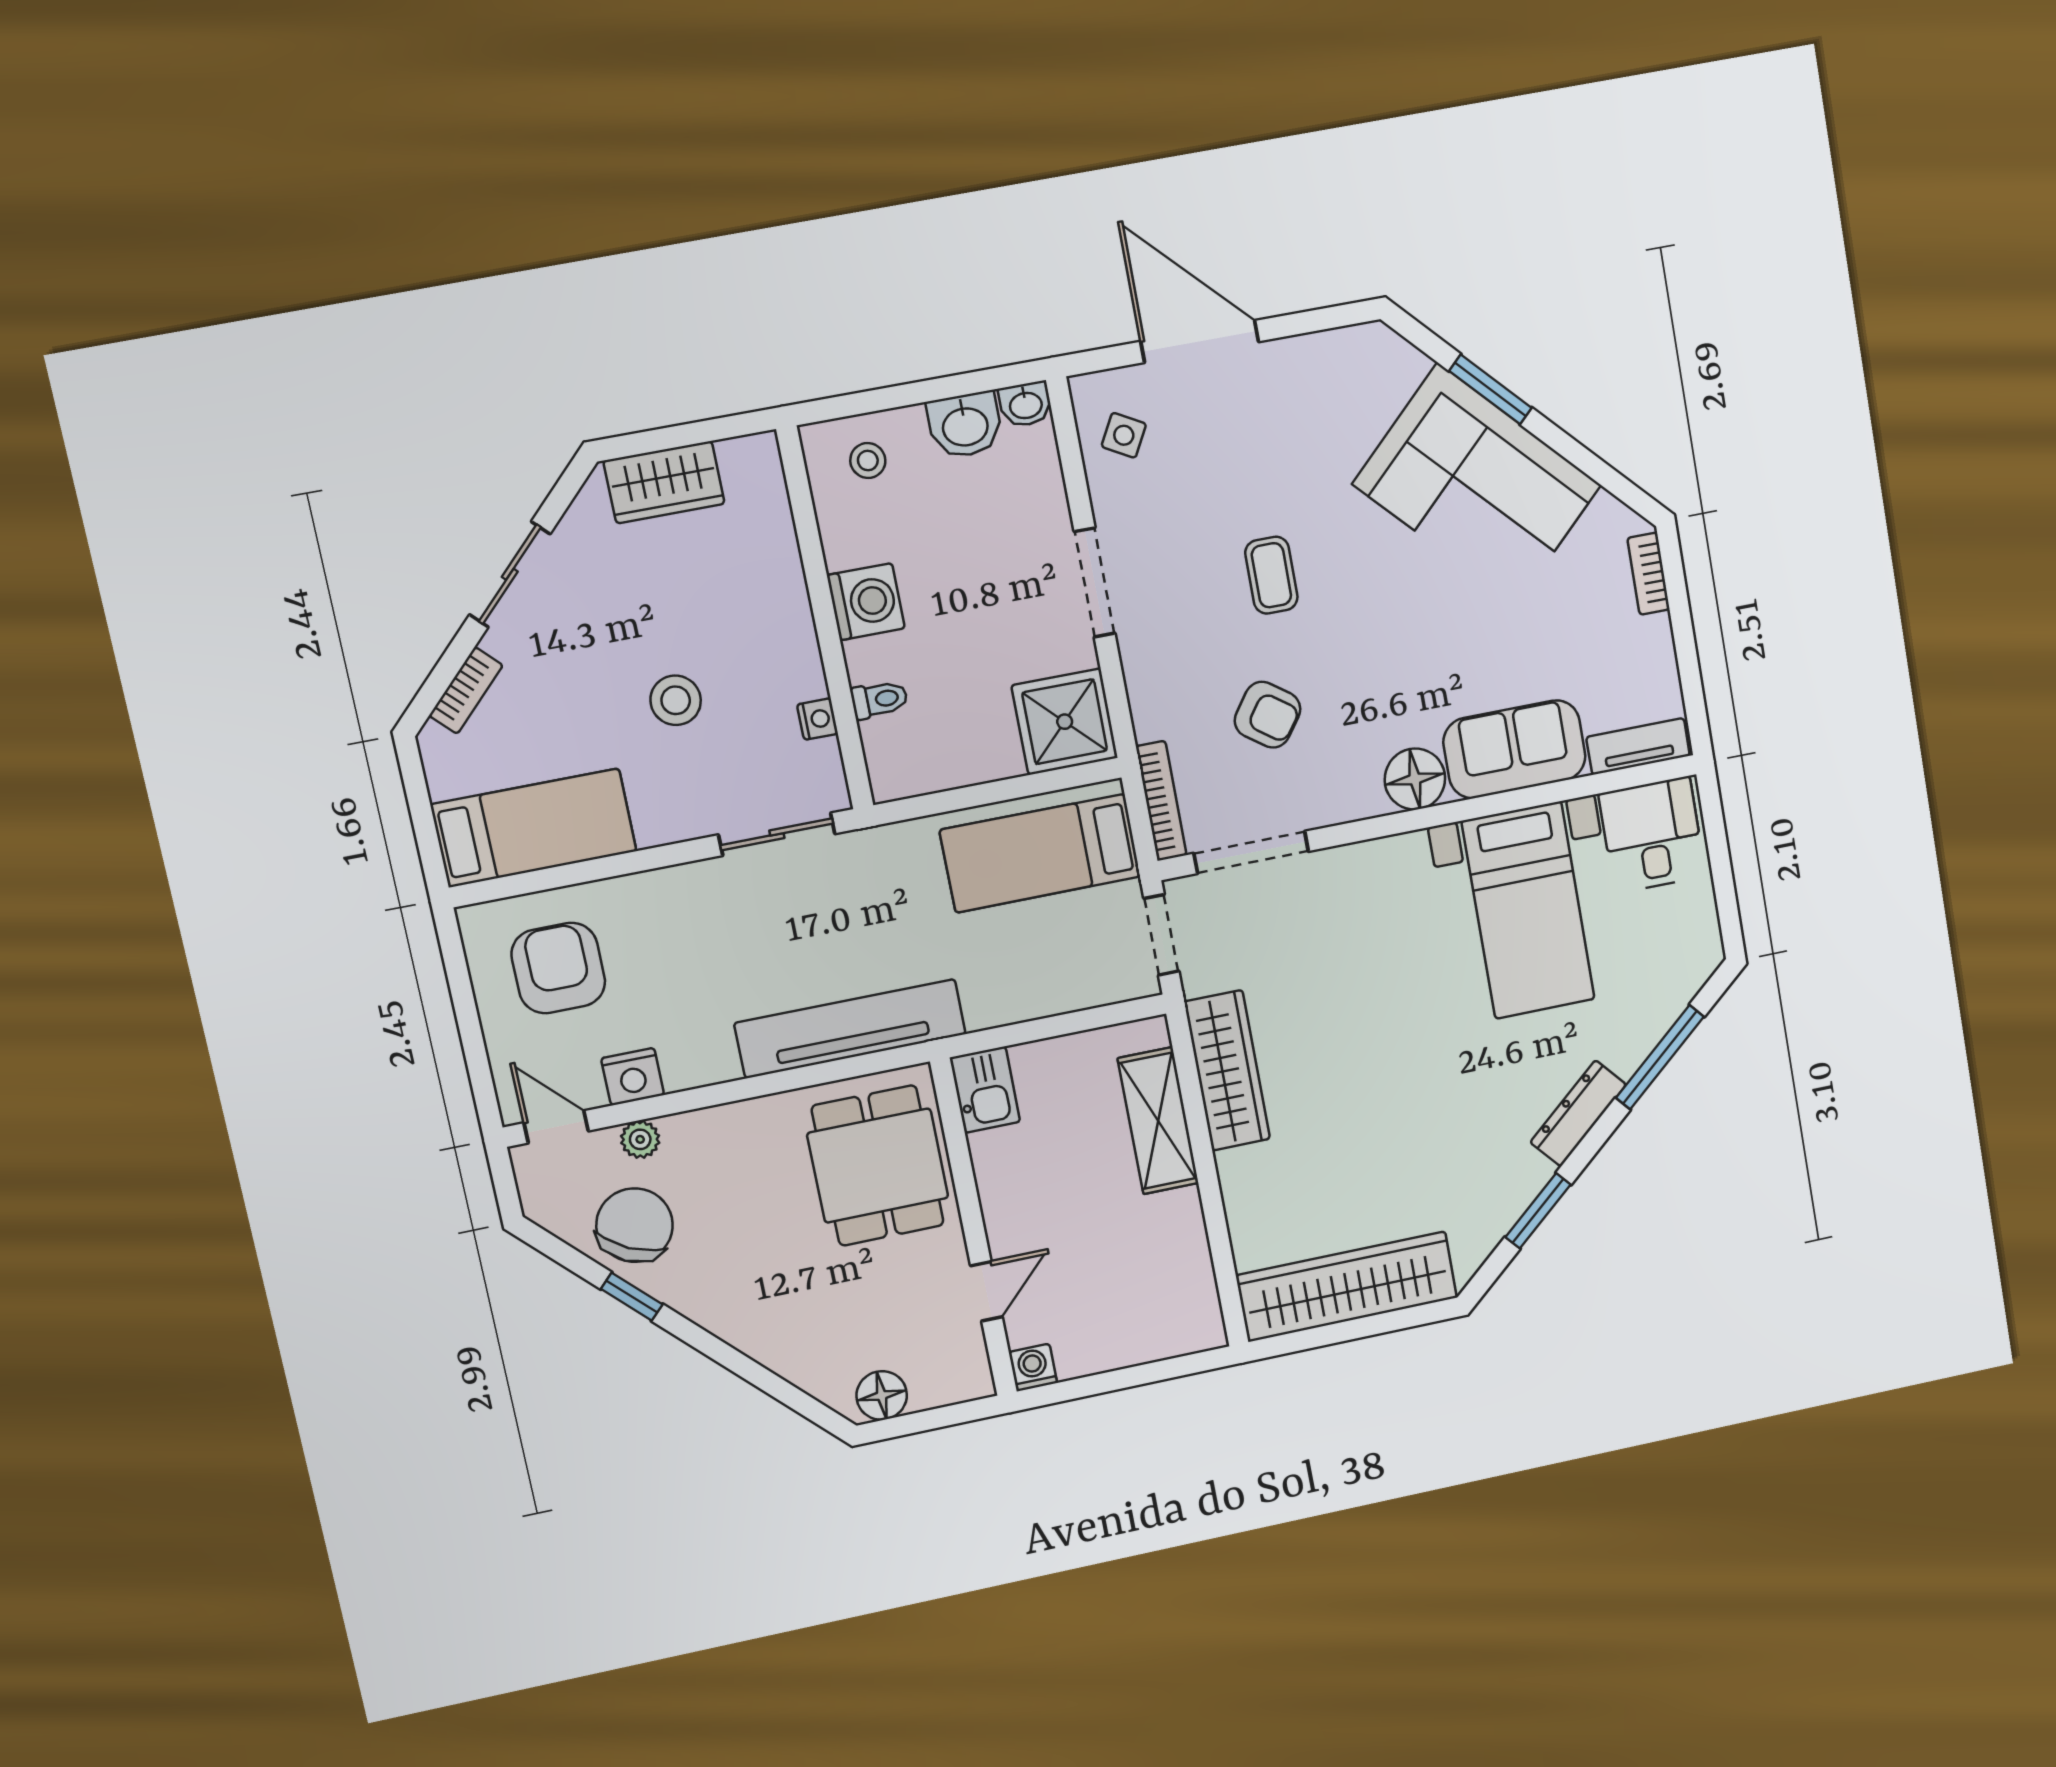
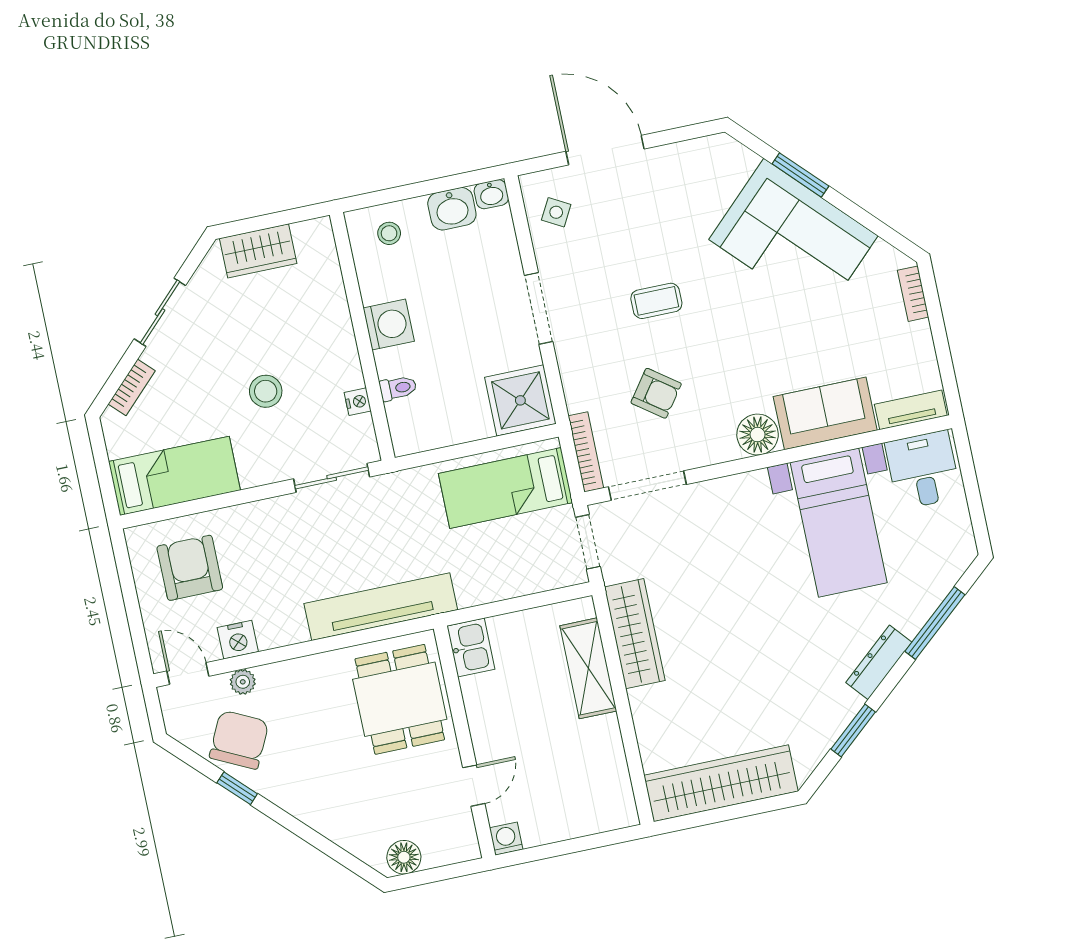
coffee table: (1271, 575) -> (656, 301), turned 90

